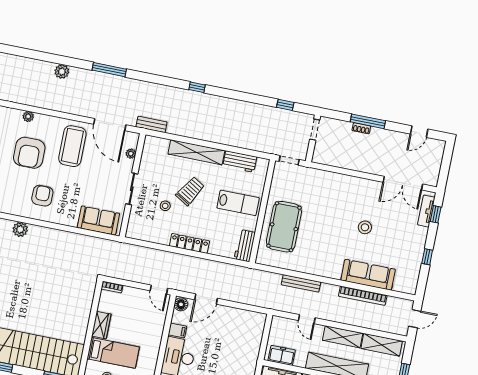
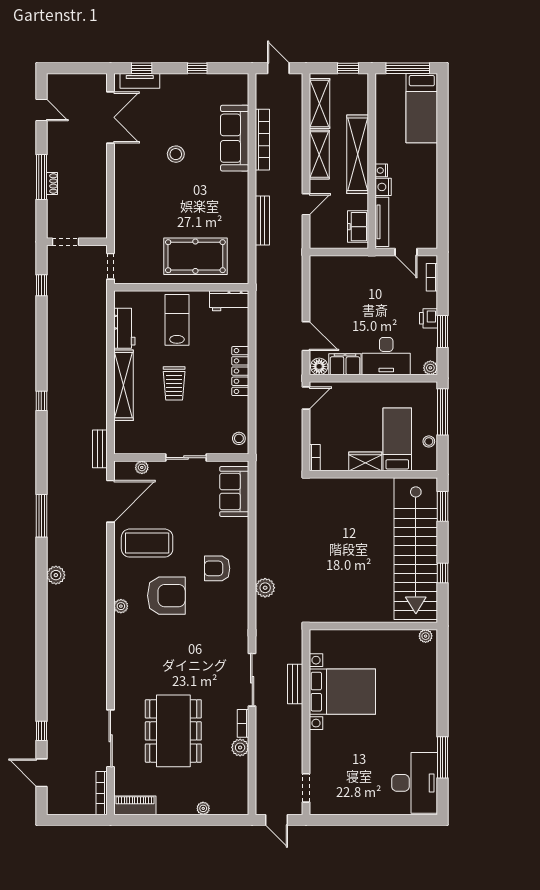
trolley: (190, 191) -> (174, 383), turned -121
stool: (165, 206) -> (239, 438), moved
filing cabinet: (177, 330) -> (345, 364), width x2.00

